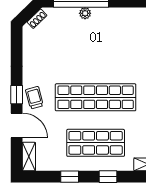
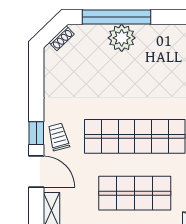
plant: (85, 13) -> (122, 38), width x1.88, depth x1.88

